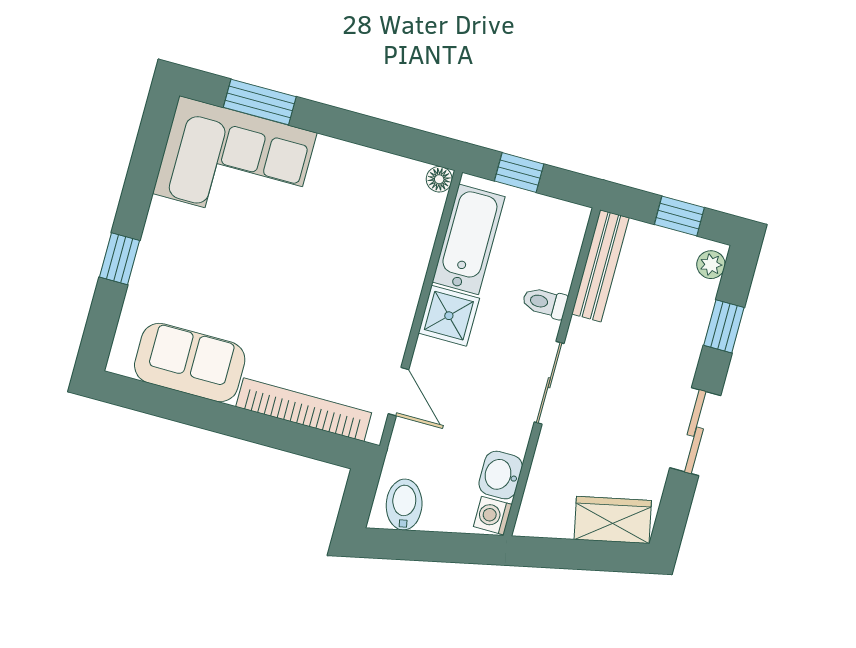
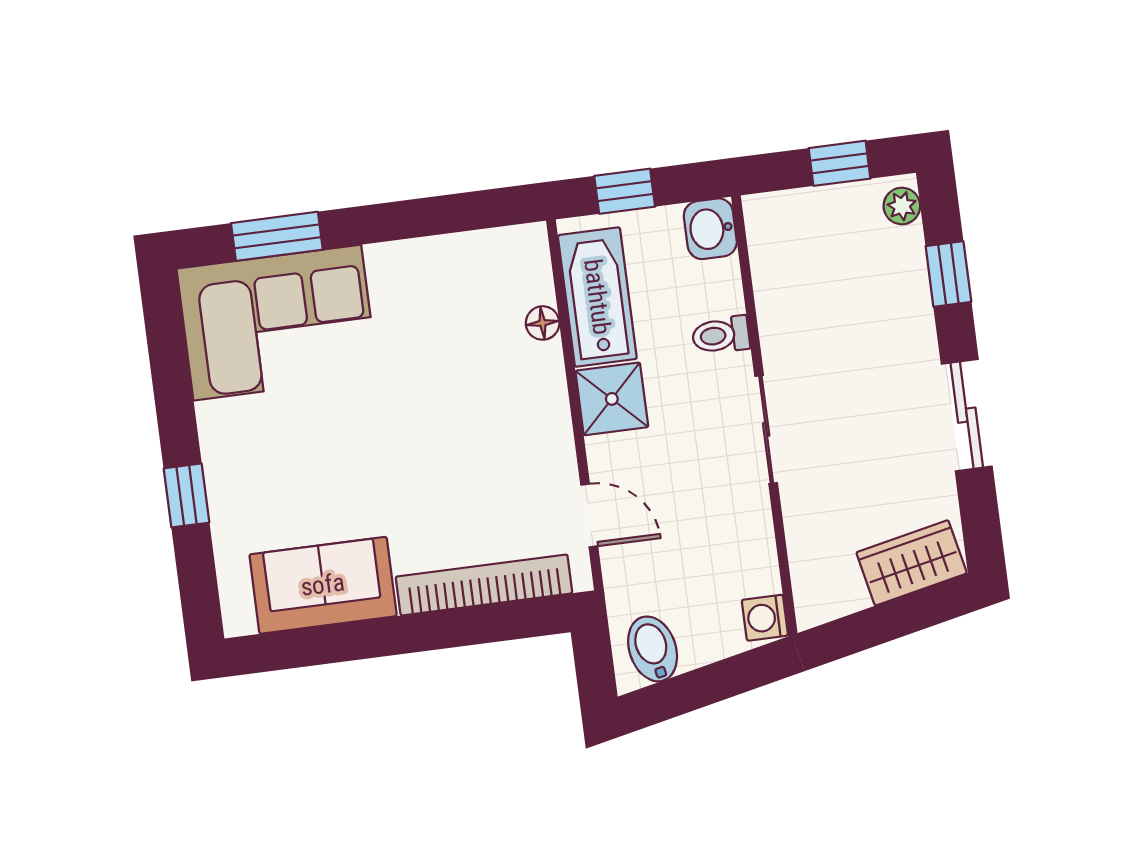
floor lamp: (439, 179) -> (543, 323), moved
bench: (600, 266) -> (769, 263), removed
washbasin: (501, 475) -> (710, 229), moved

